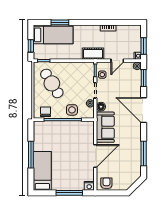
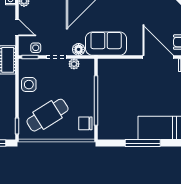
side table: (72, 110) -> (29, 85), moved
door: (95, 156) -> (158, 57), moved

